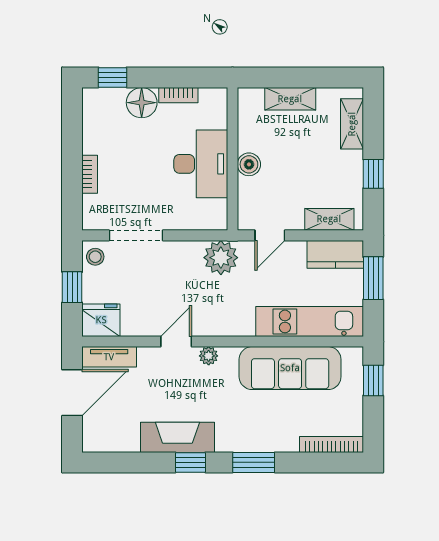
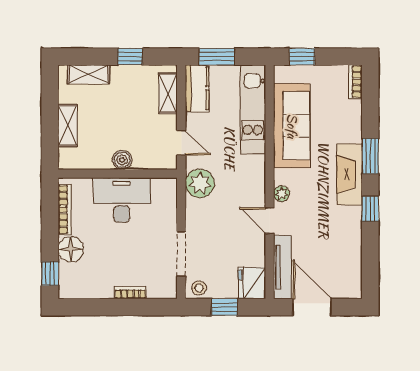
bookcase: (178, 95) -> (65, 209), width x1.56
tv unit: (109, 357) -> (282, 267), width x1.41
fireplace: (177, 437) -> (349, 174), moved
bookcase: (331, 444) -> (355, 82), width x0.64

